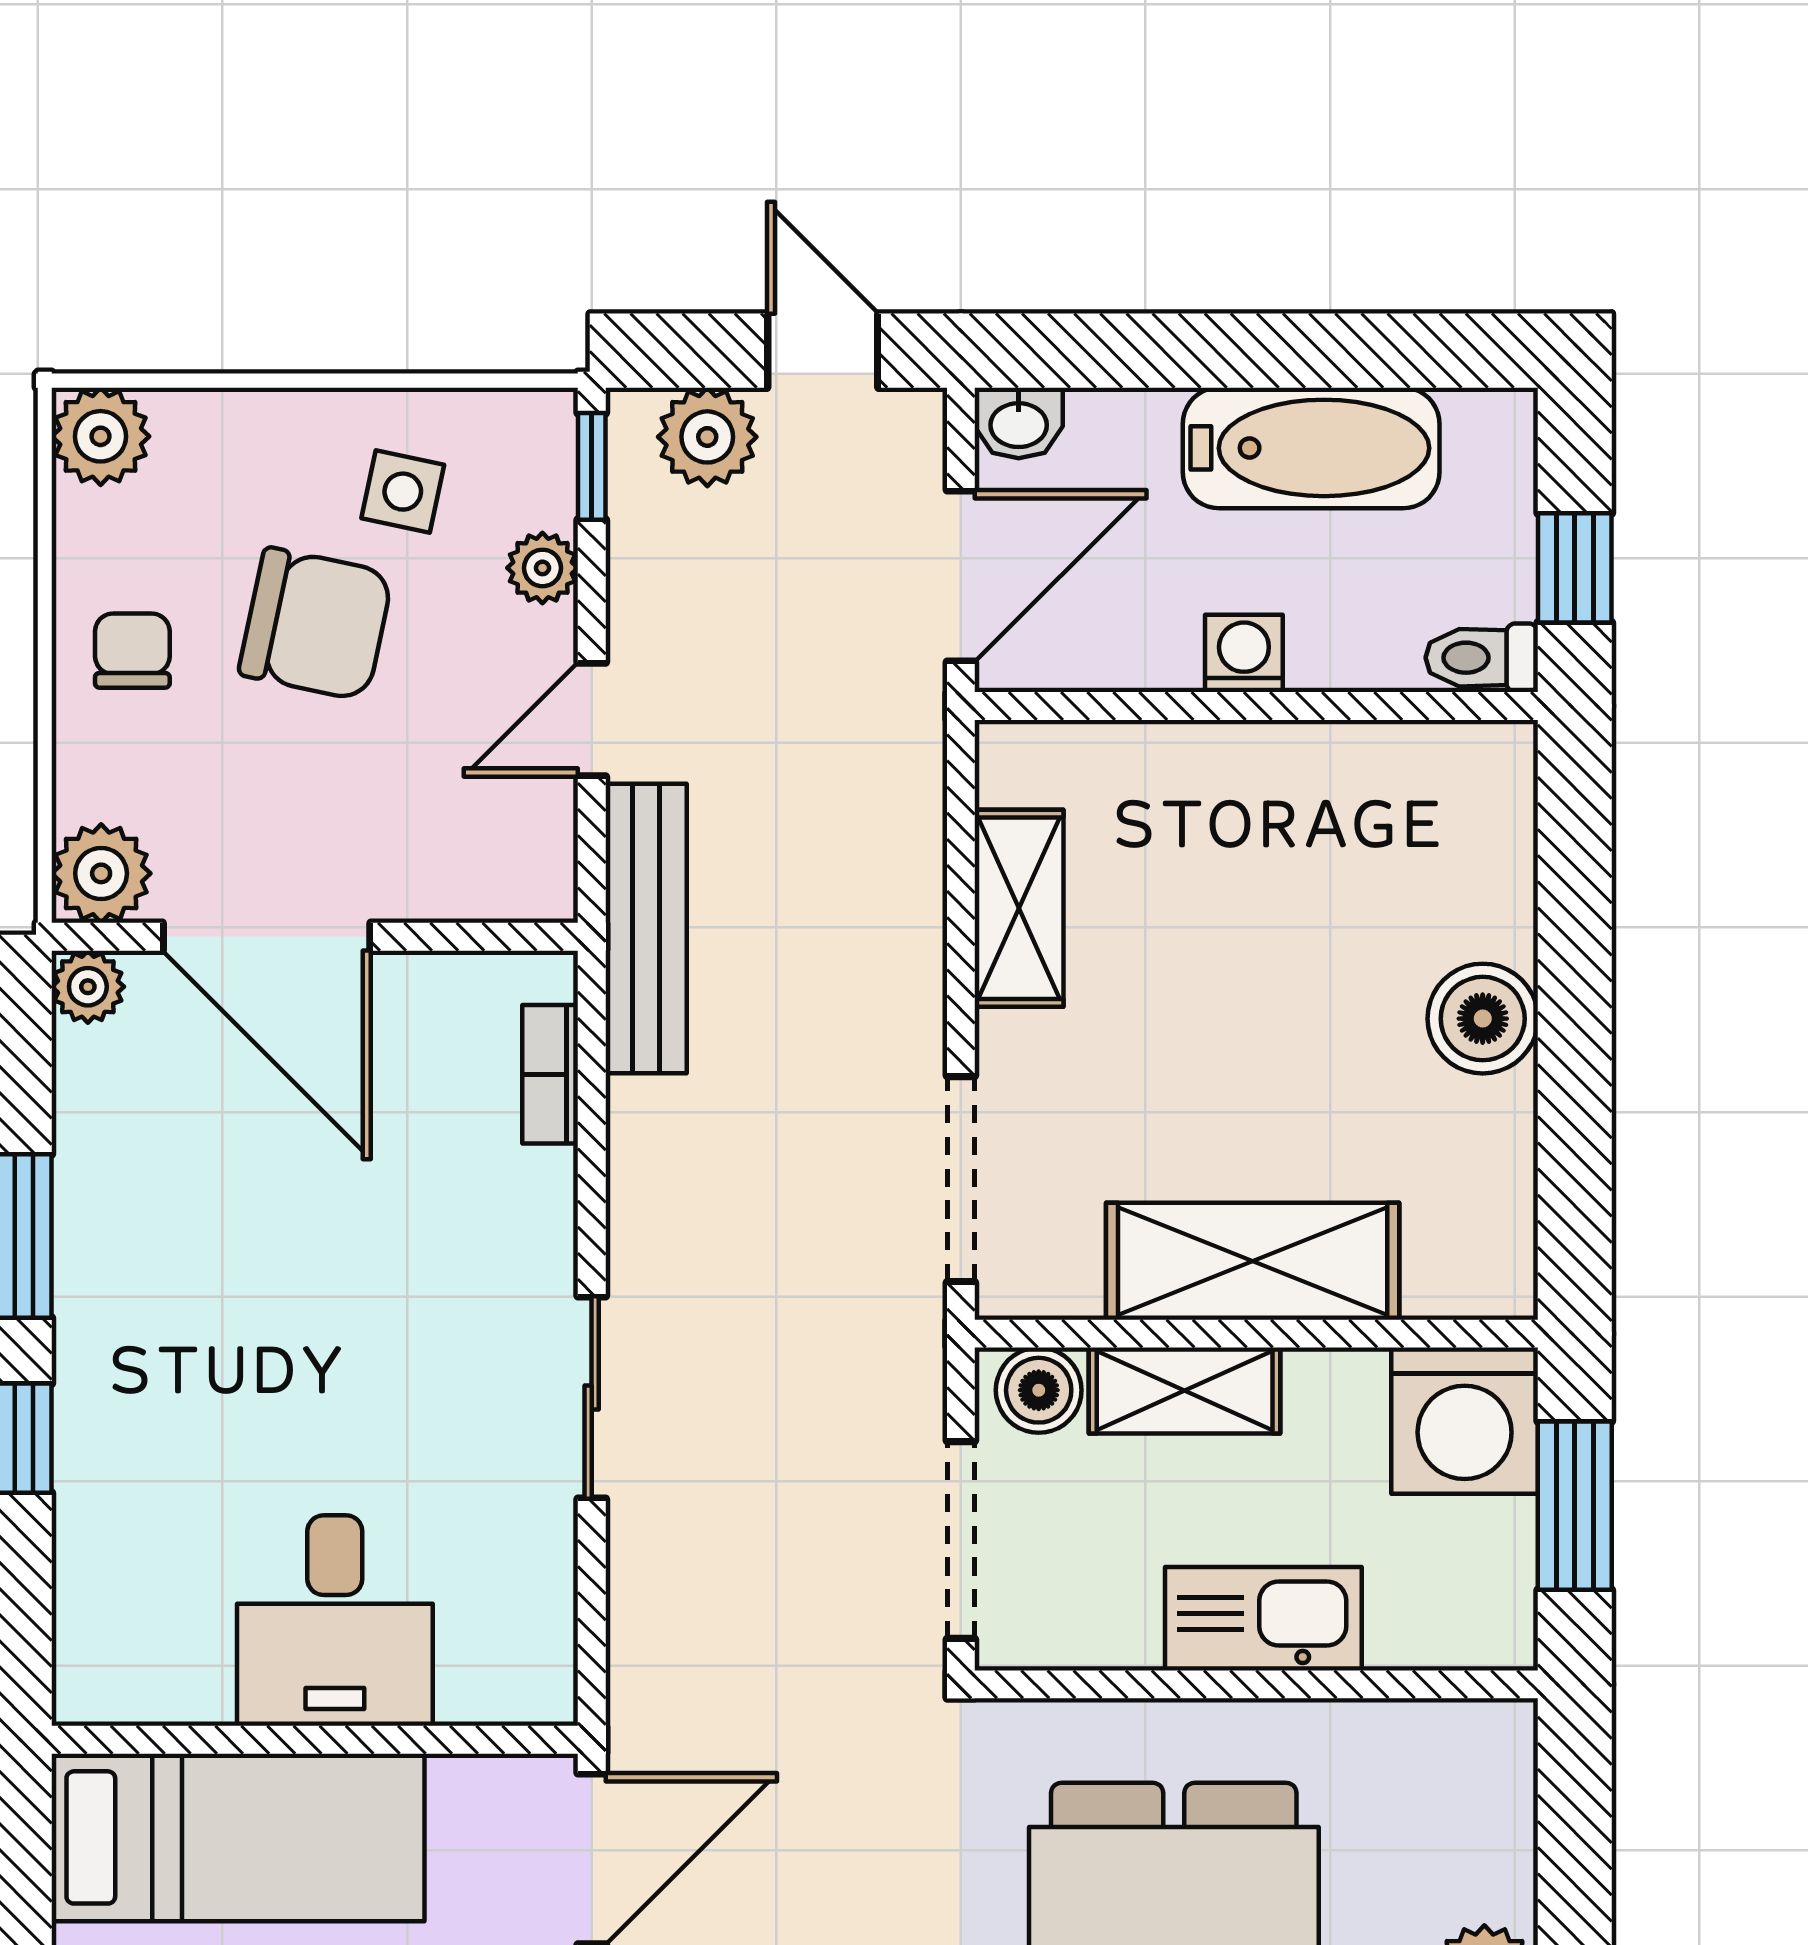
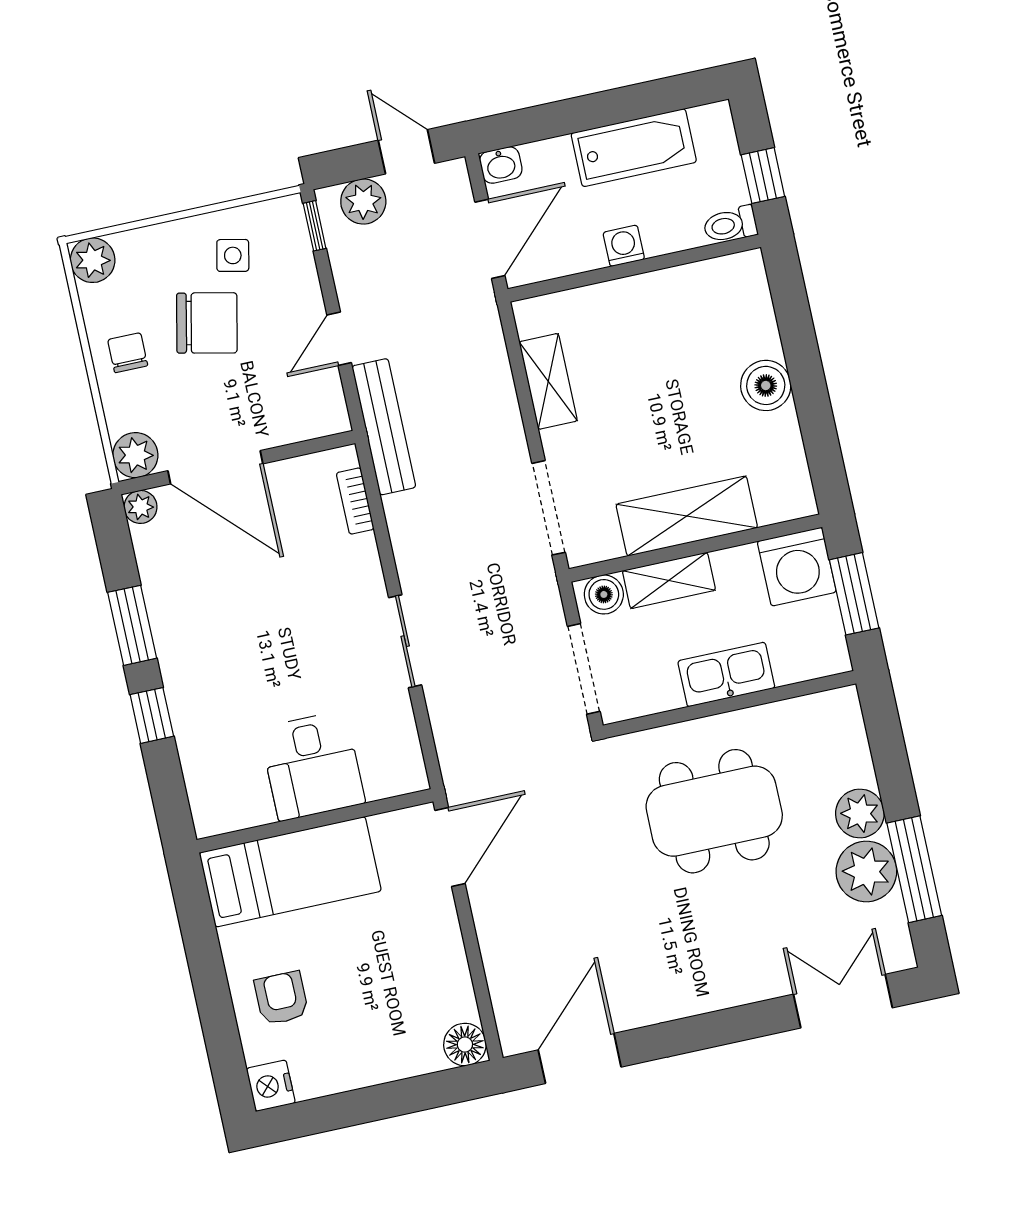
plant: (542, 568) -> (303, 276), removed

